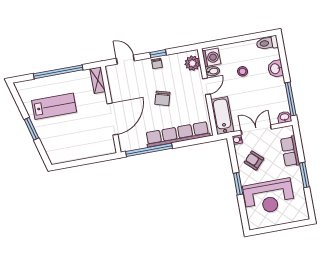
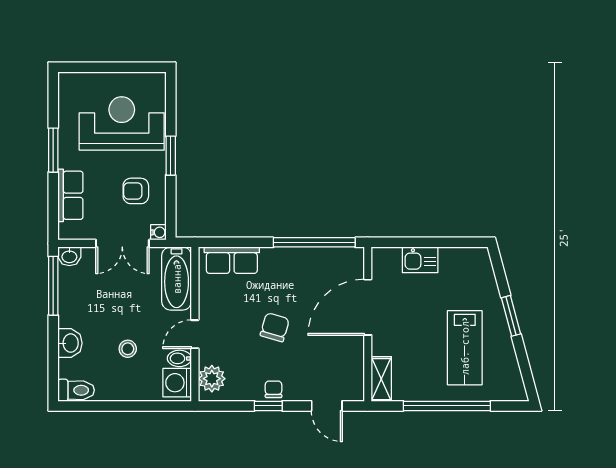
lab bench: (54, 106) -> (465, 348), turned -90
row of seats: (178, 134) -> (232, 260), width x0.50
kitchen sink: (88, 151) -> (420, 260), added
armchair: (254, 160) -> (136, 191), turned 137

